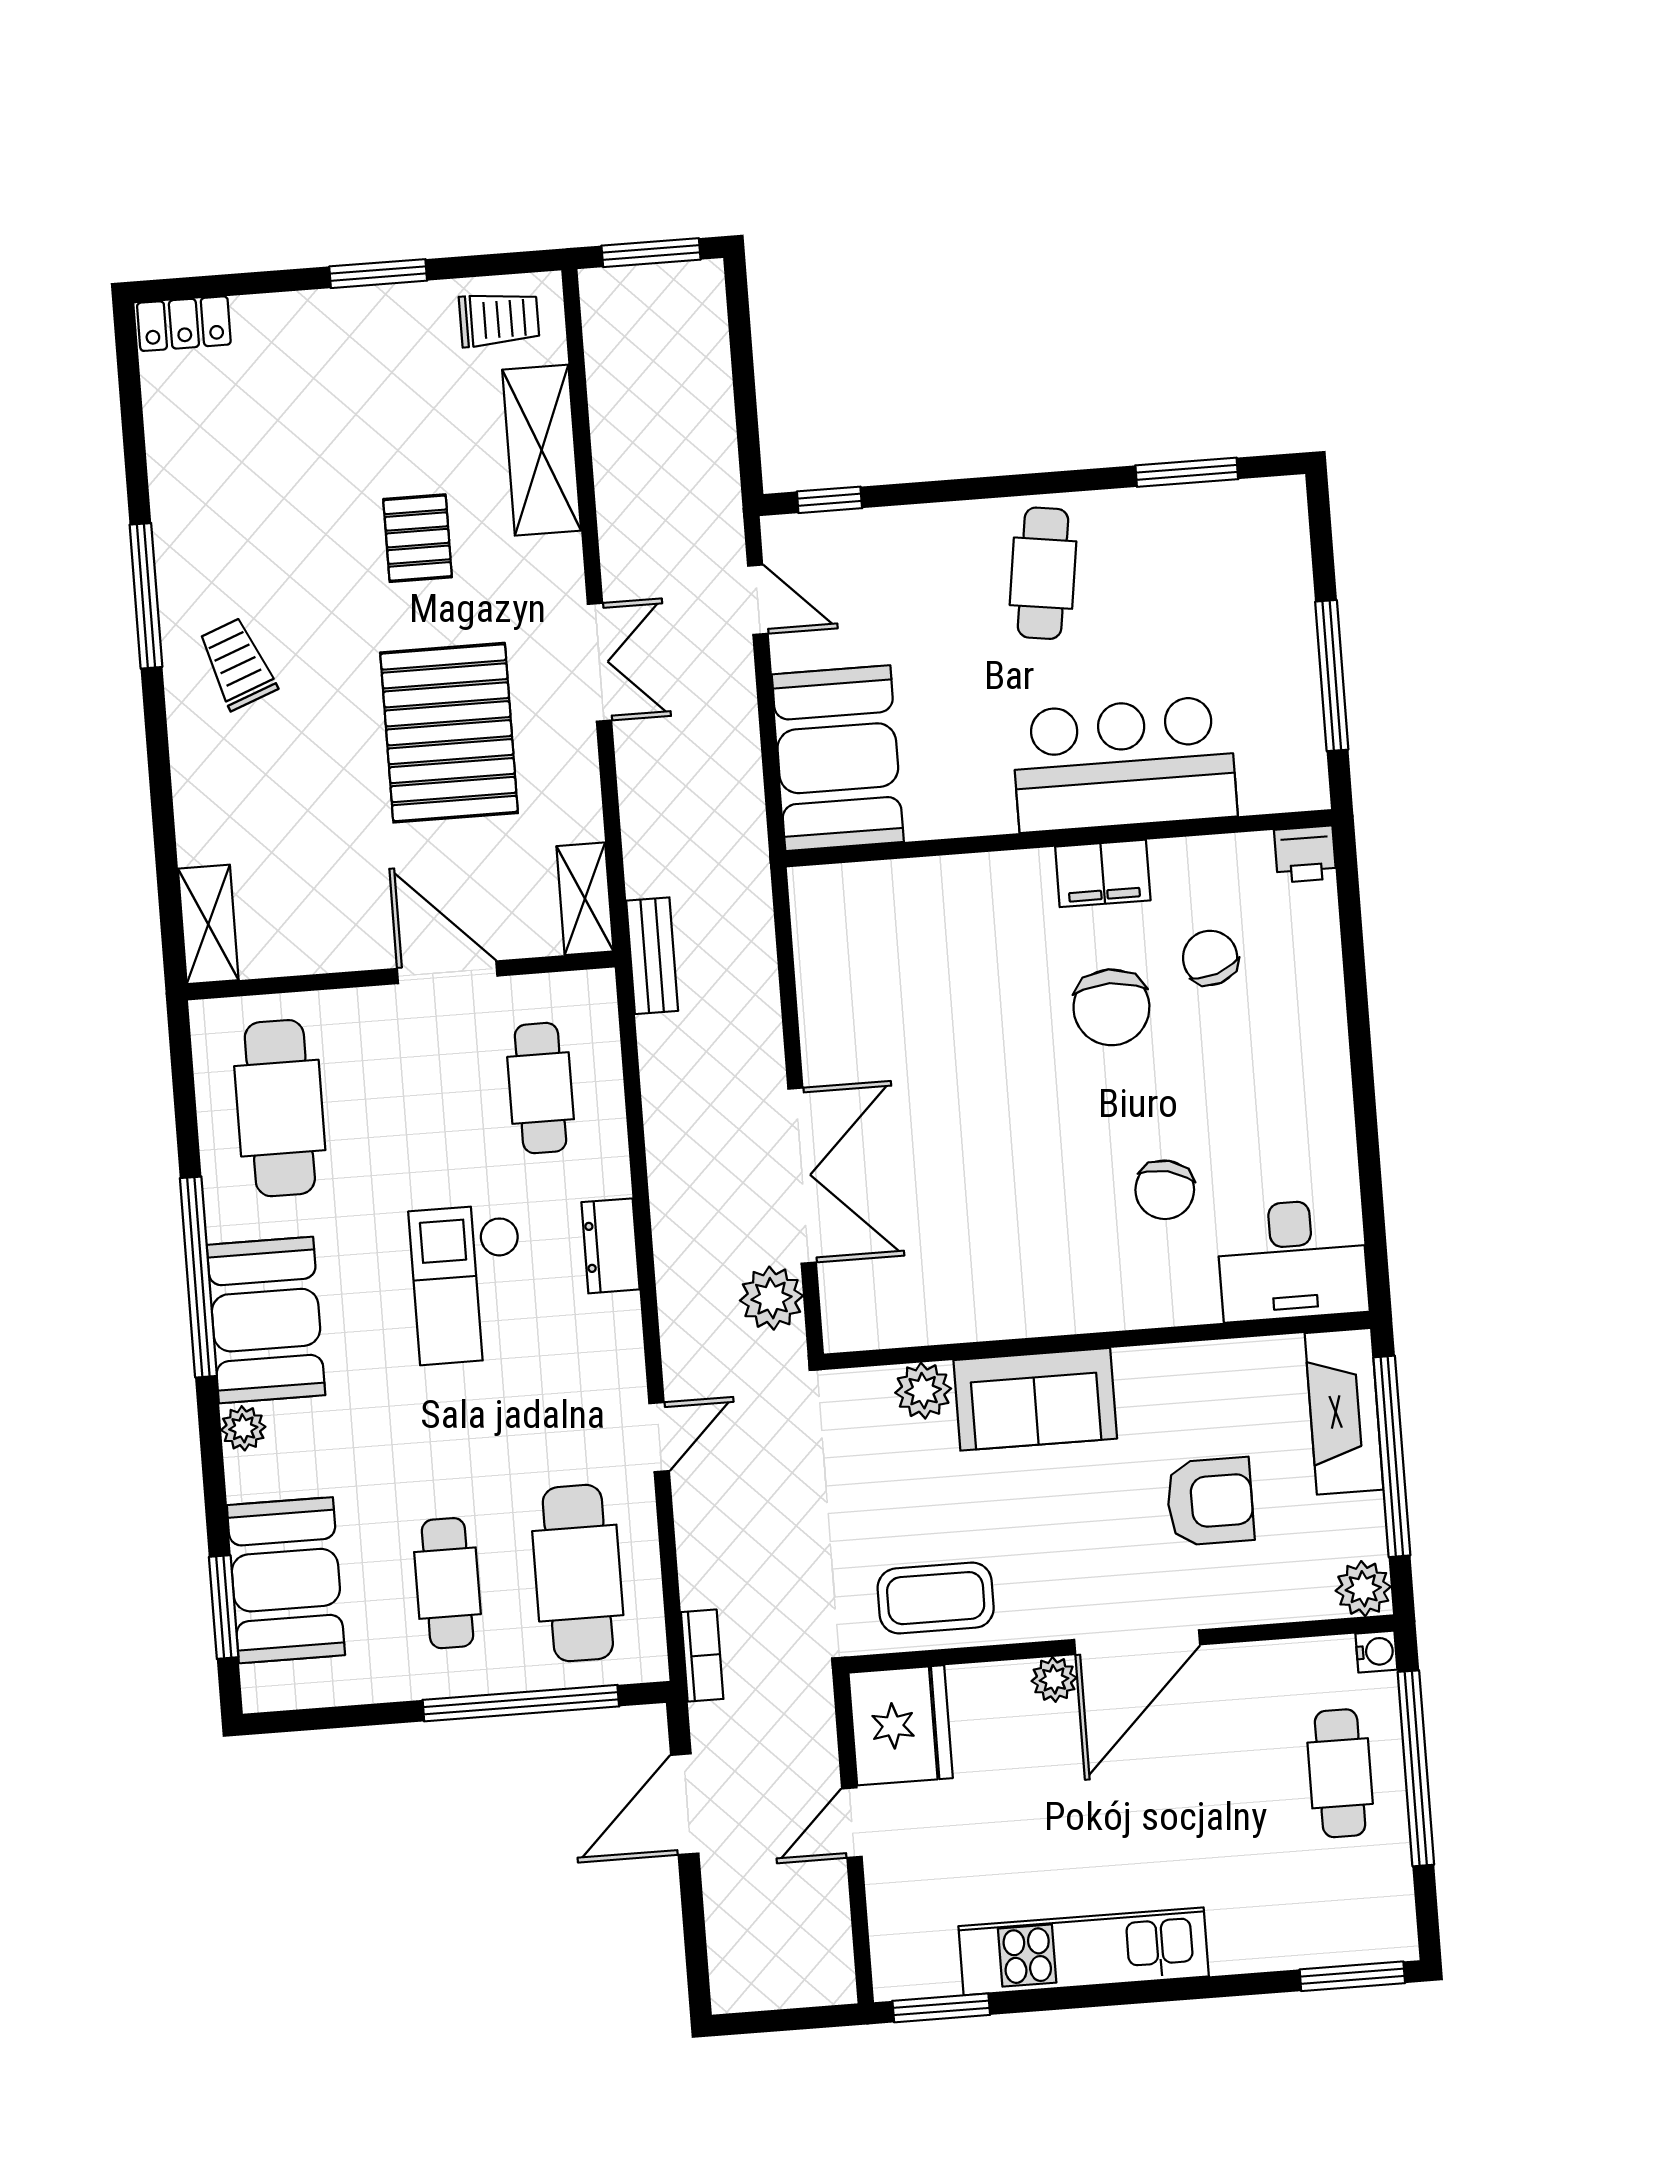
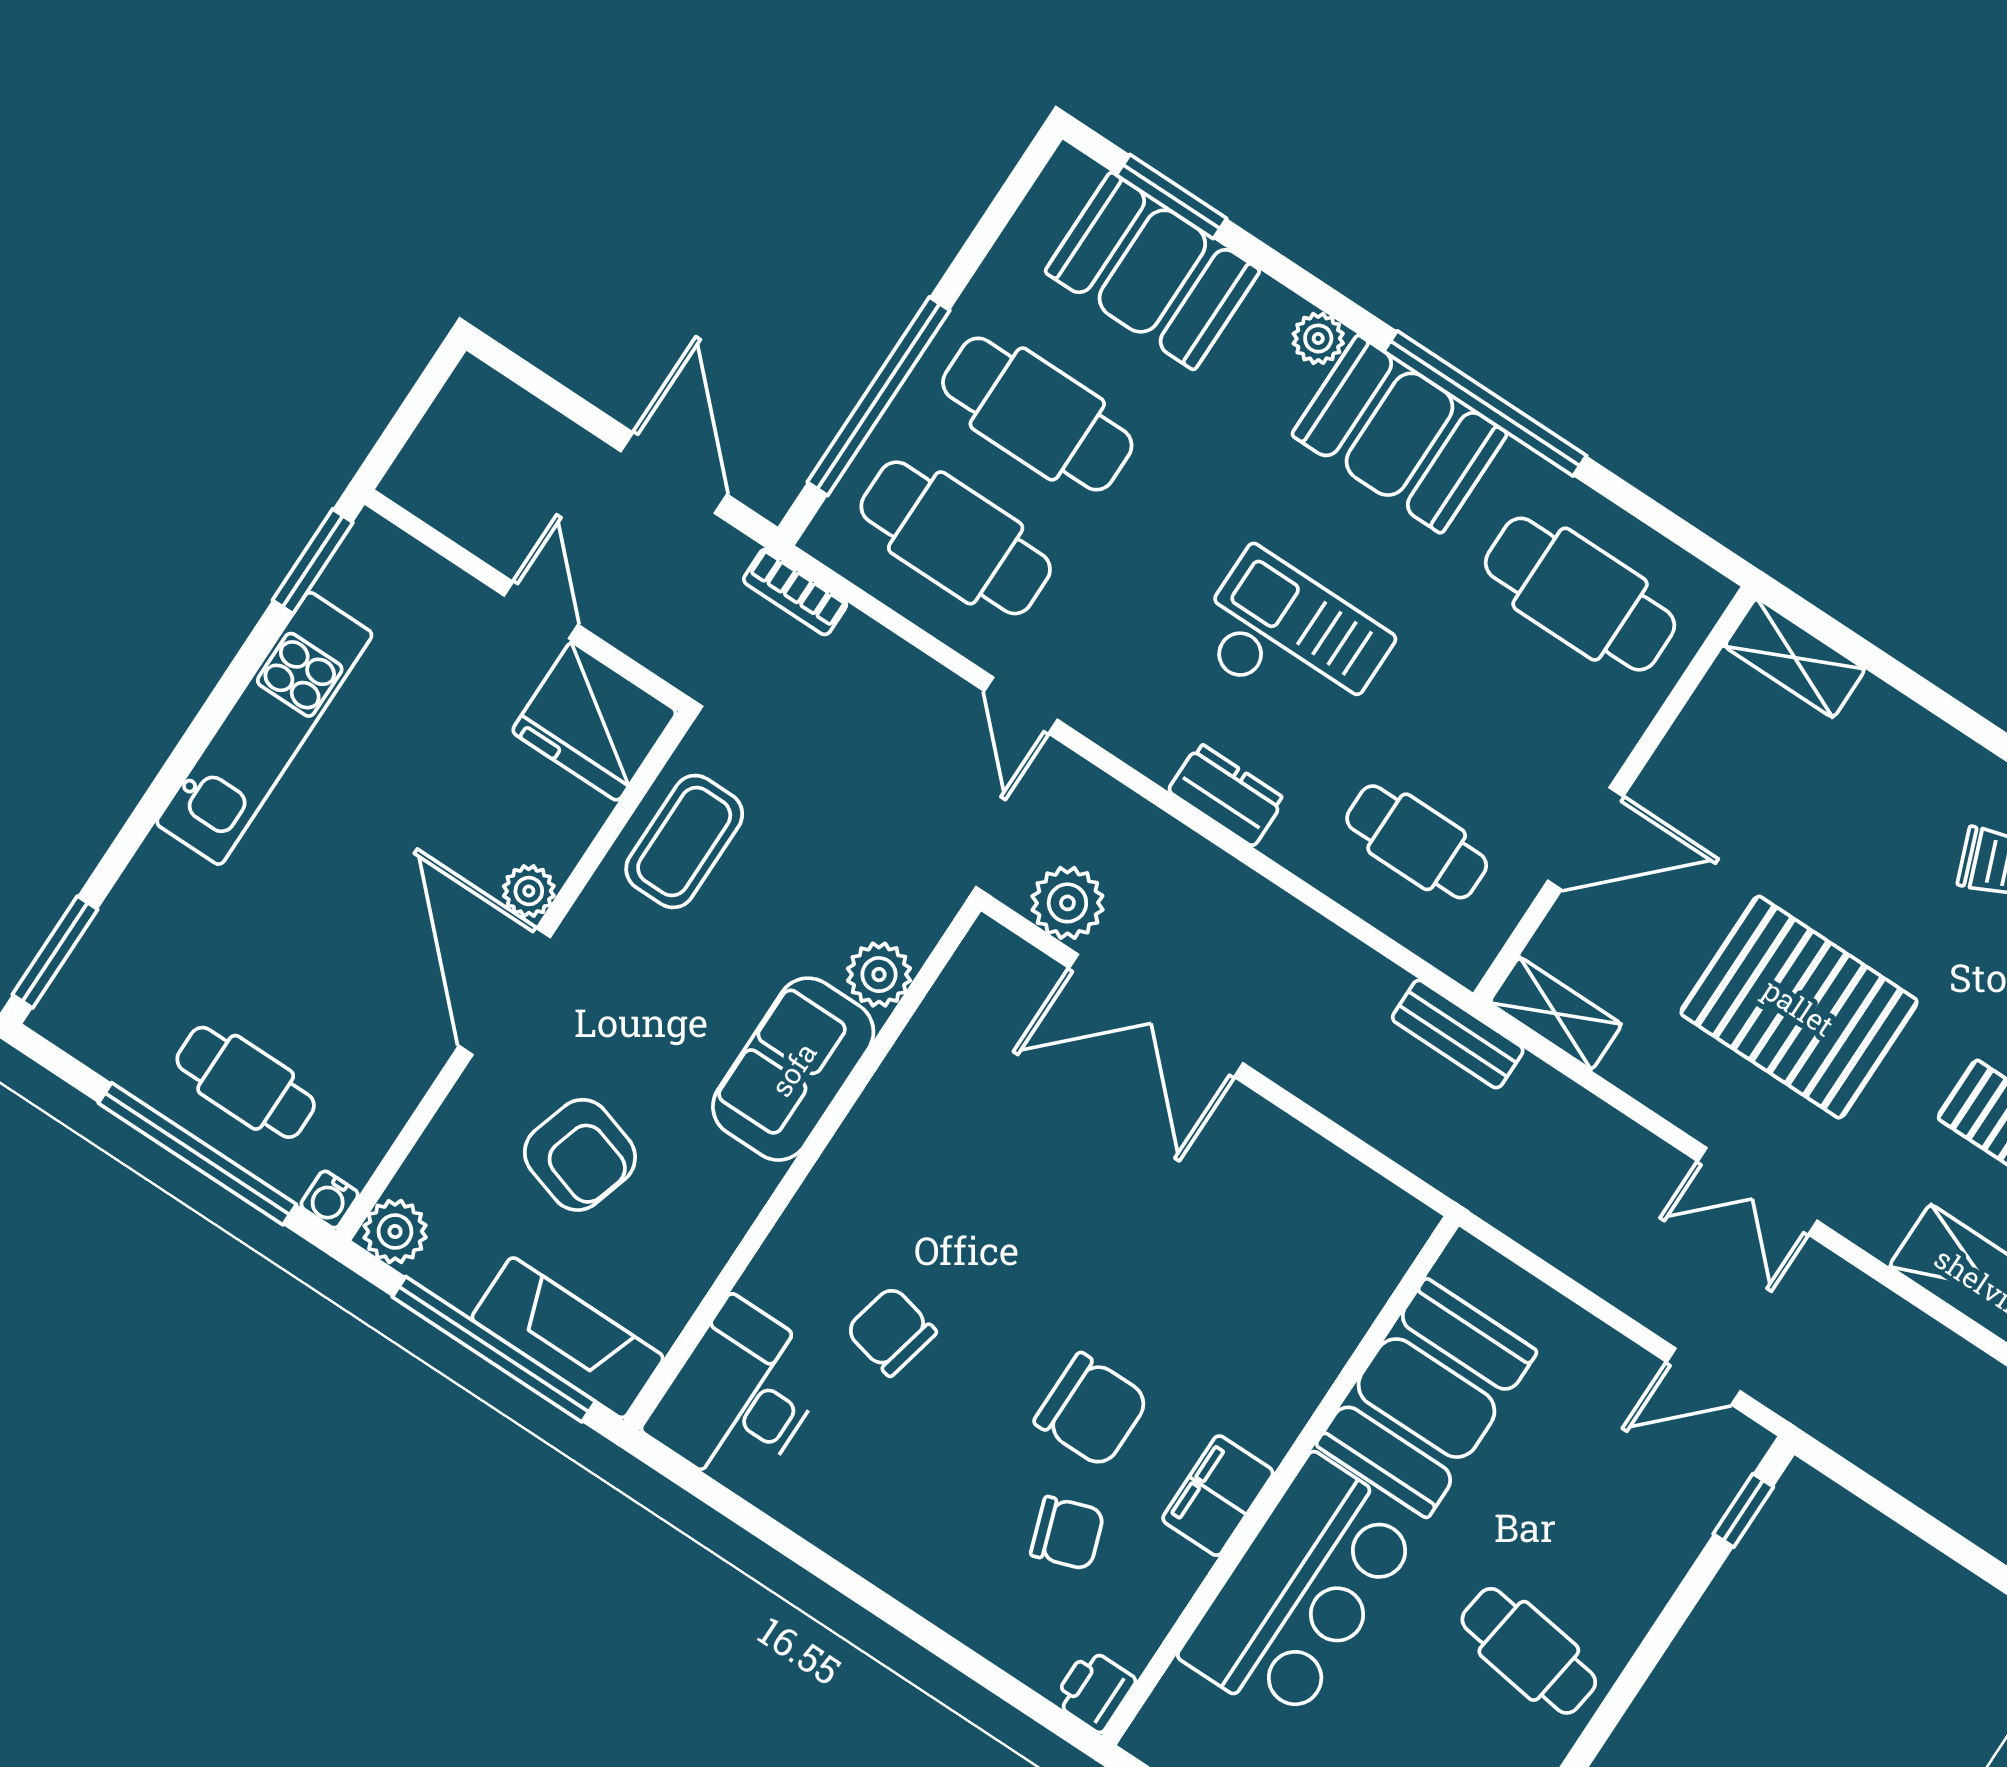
booth: (838, 758) -> (1427, 1398), moved, turned 90
chair: (1111, 1007) -> (1092, 1410), turned 180
armchair: (1210, 1501) -> (580, 1155), turned -73
cafe table: (447, 1583) -> (1037, 414), width x1.37, depth x1.35

